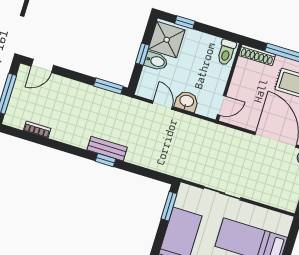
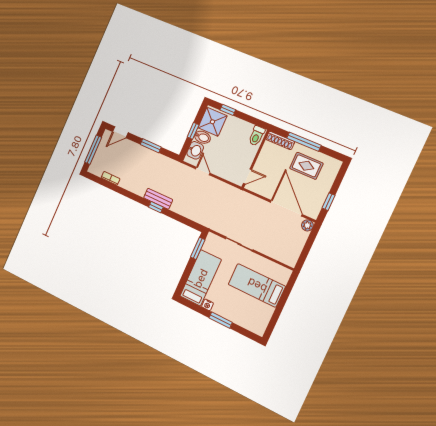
window: (108, 86) -> (151, 146), moved
washbasin: (187, 101) -> (195, 150), moved, turned 90

